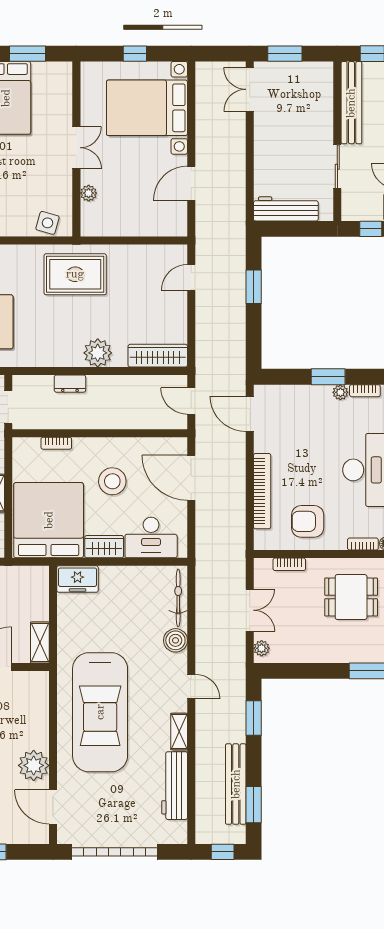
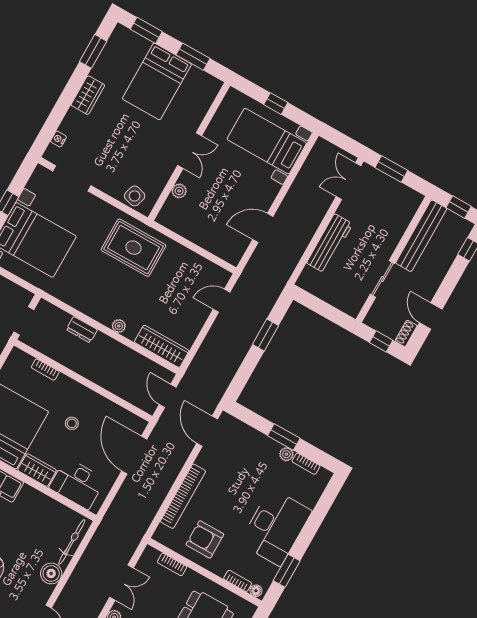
bed with nightstands: (147, 108) -> (267, 141), width x0.73
workbench: (286, 209) -> (330, 243), moved, turned 90
plant: (98, 353) -> (119, 326), width x0.53, depth x0.53
stool: (112, 481) -> (72, 423), width x0.53, depth x0.53

